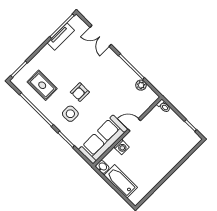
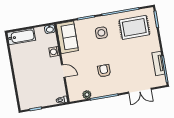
double door: (101, 36) -> (140, 91), swing flipped
rug: (42, 85) -> (134, 27), width x1.36, depth x1.43
armchair: (80, 92) -> (104, 71), moved
door: (134, 125) -> (63, 71), hinge flipped
sofa: (103, 139) -> (67, 37), width x0.73
bathtub: (121, 181) -> (21, 36), moved

